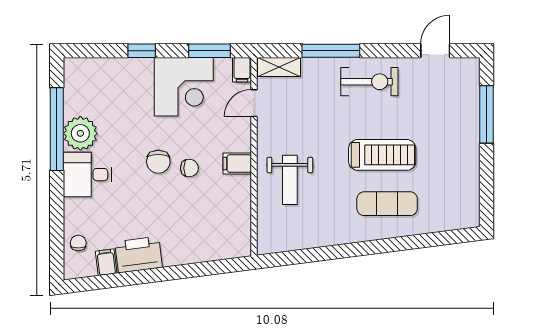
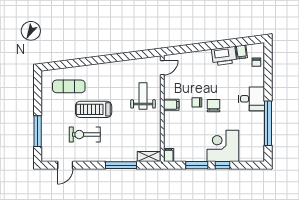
window: (210, 51) -> (197, 165), moved
exercise bike: (369, 82) -> (85, 135), moved
corner desk: (184, 87) -> (223, 146), moved
door: (254, 103) -> (162, 68), moved
plant: (80, 133) -> (255, 121), removed
exercise mat: (387, 204) -> (69, 86), moved

